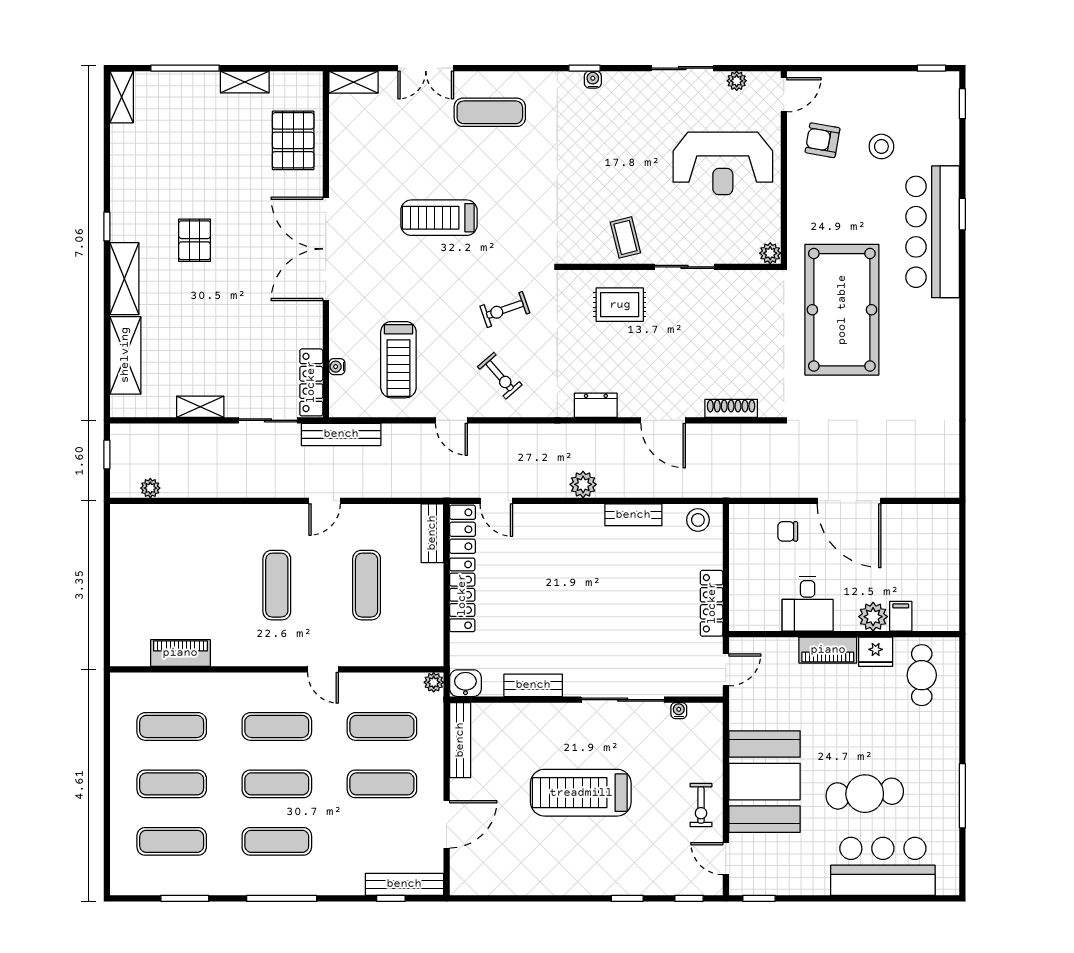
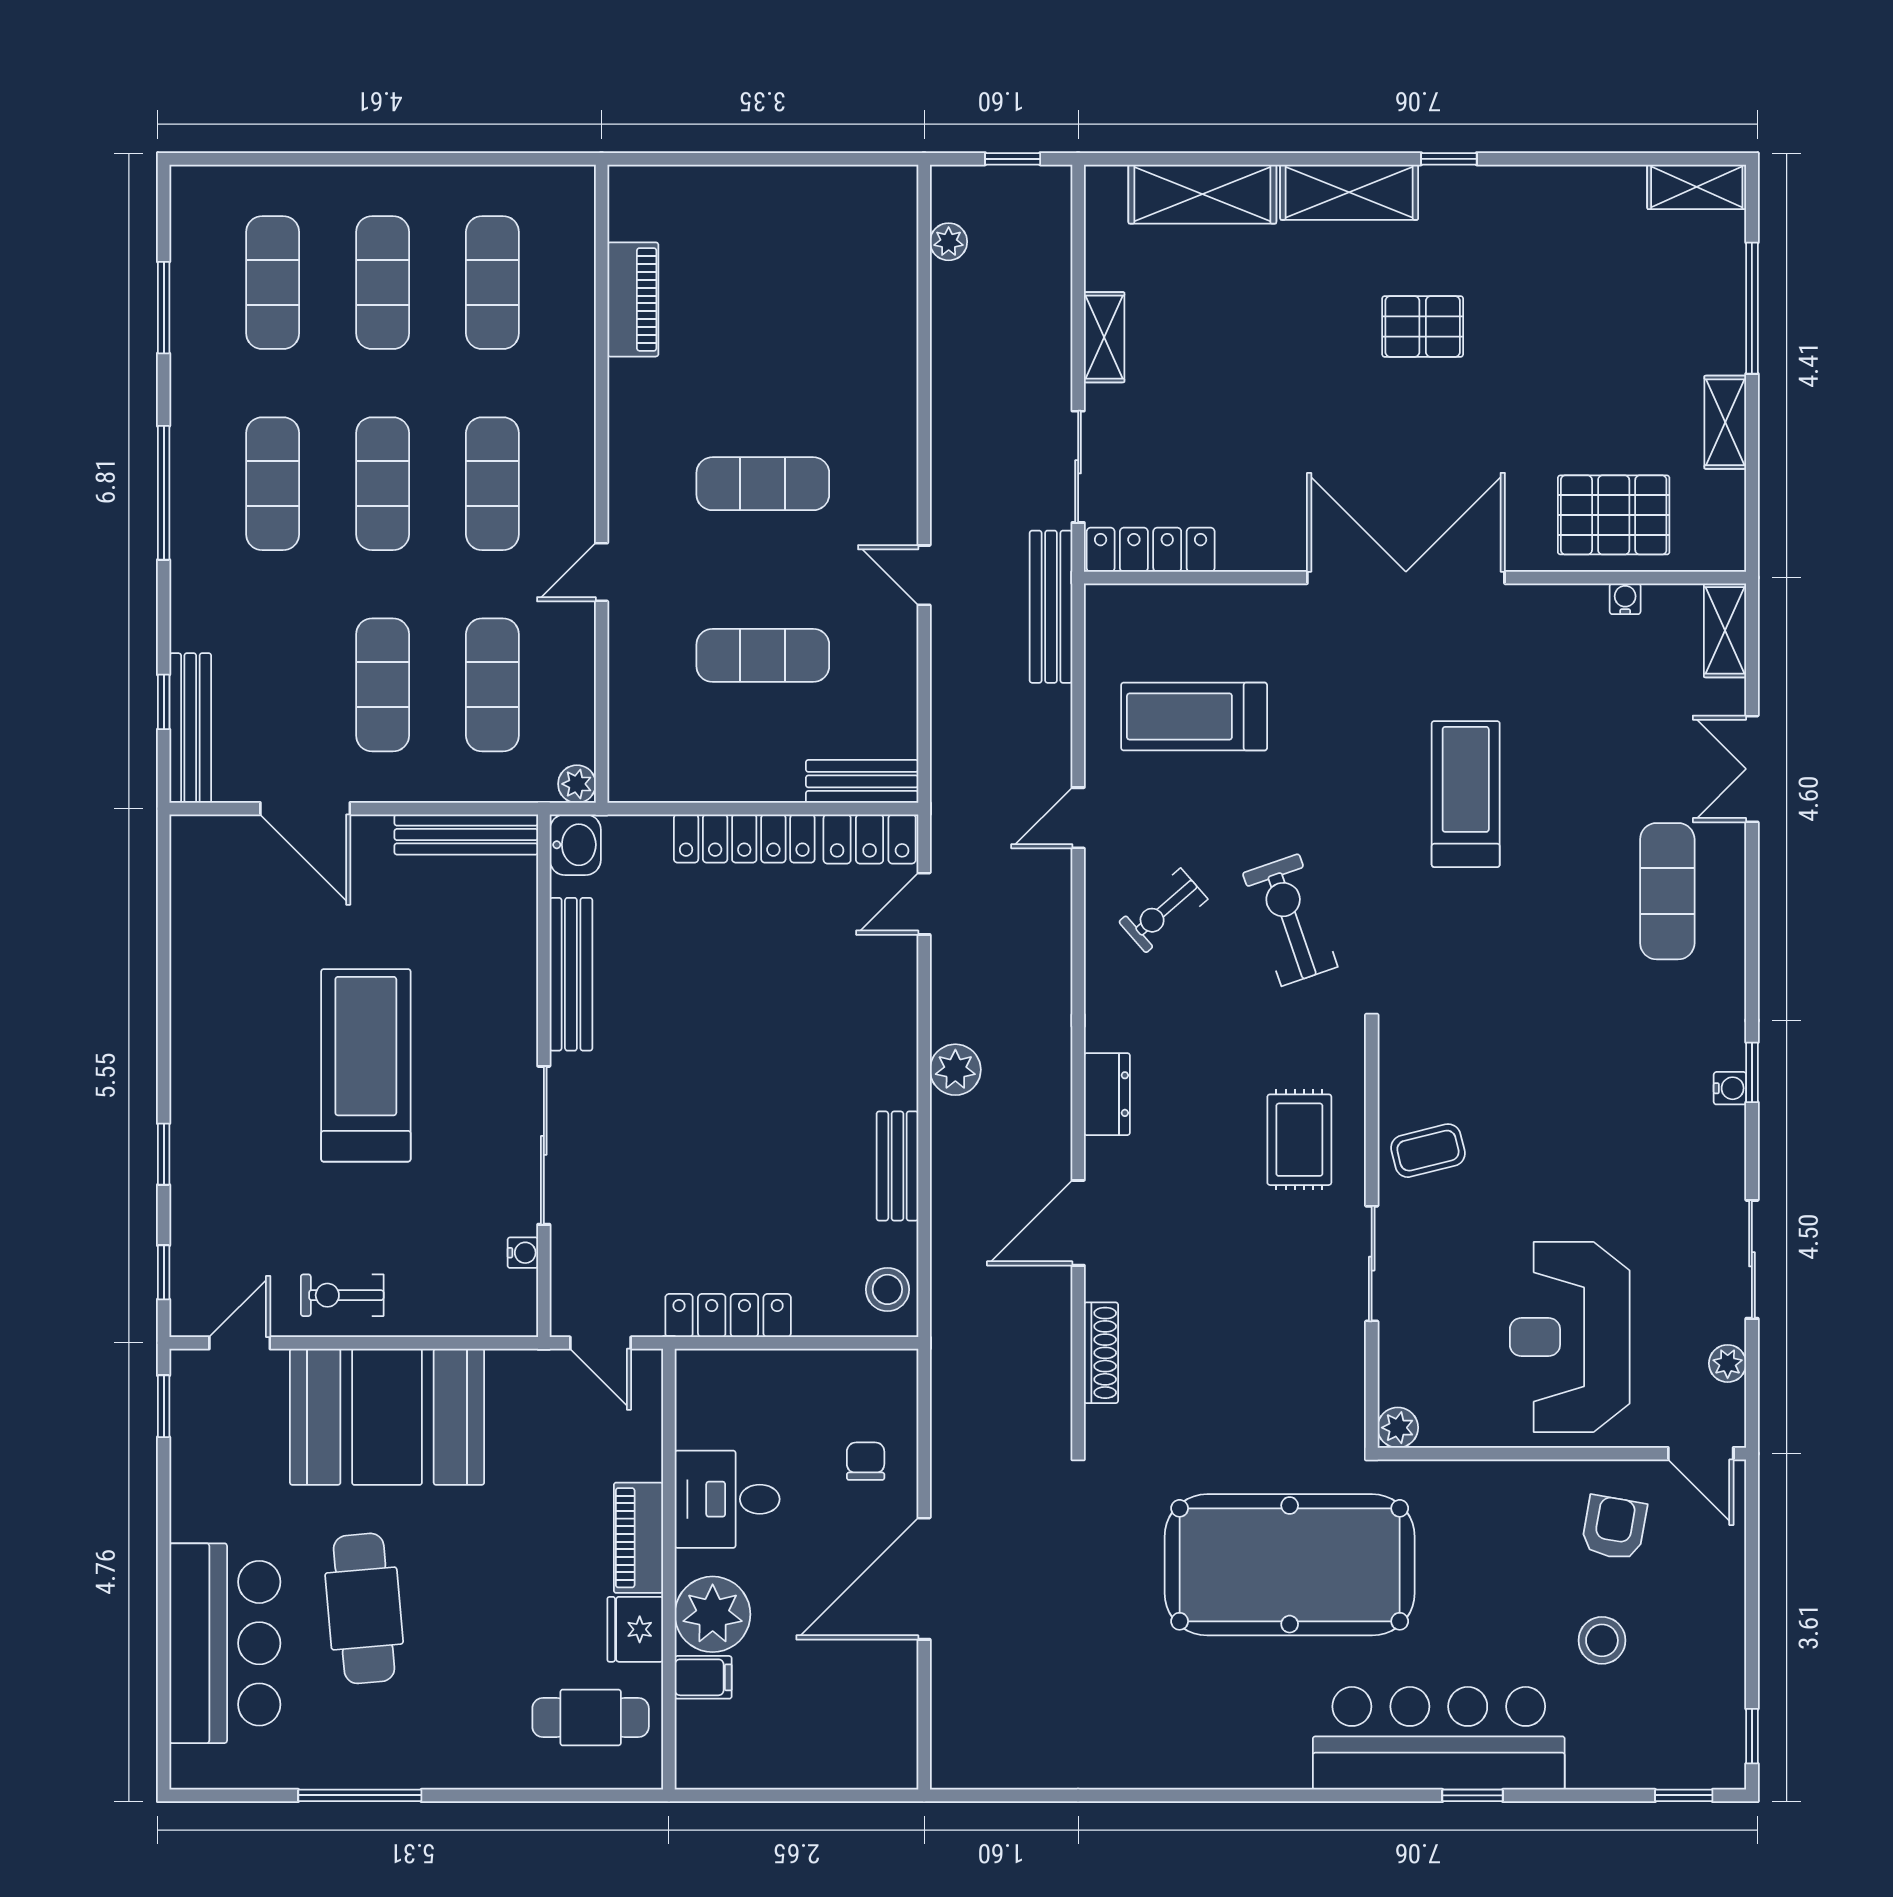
exercise bike: (505, 309) -> (1290, 920), width x1.38, depth x1.39
water cooler: (337, 367) -> (1625, 599), moved
plant: (873, 617) -> (713, 1614), width x1.36, depth x1.36
bench: (533, 685) -> (571, 974), width x1.36

